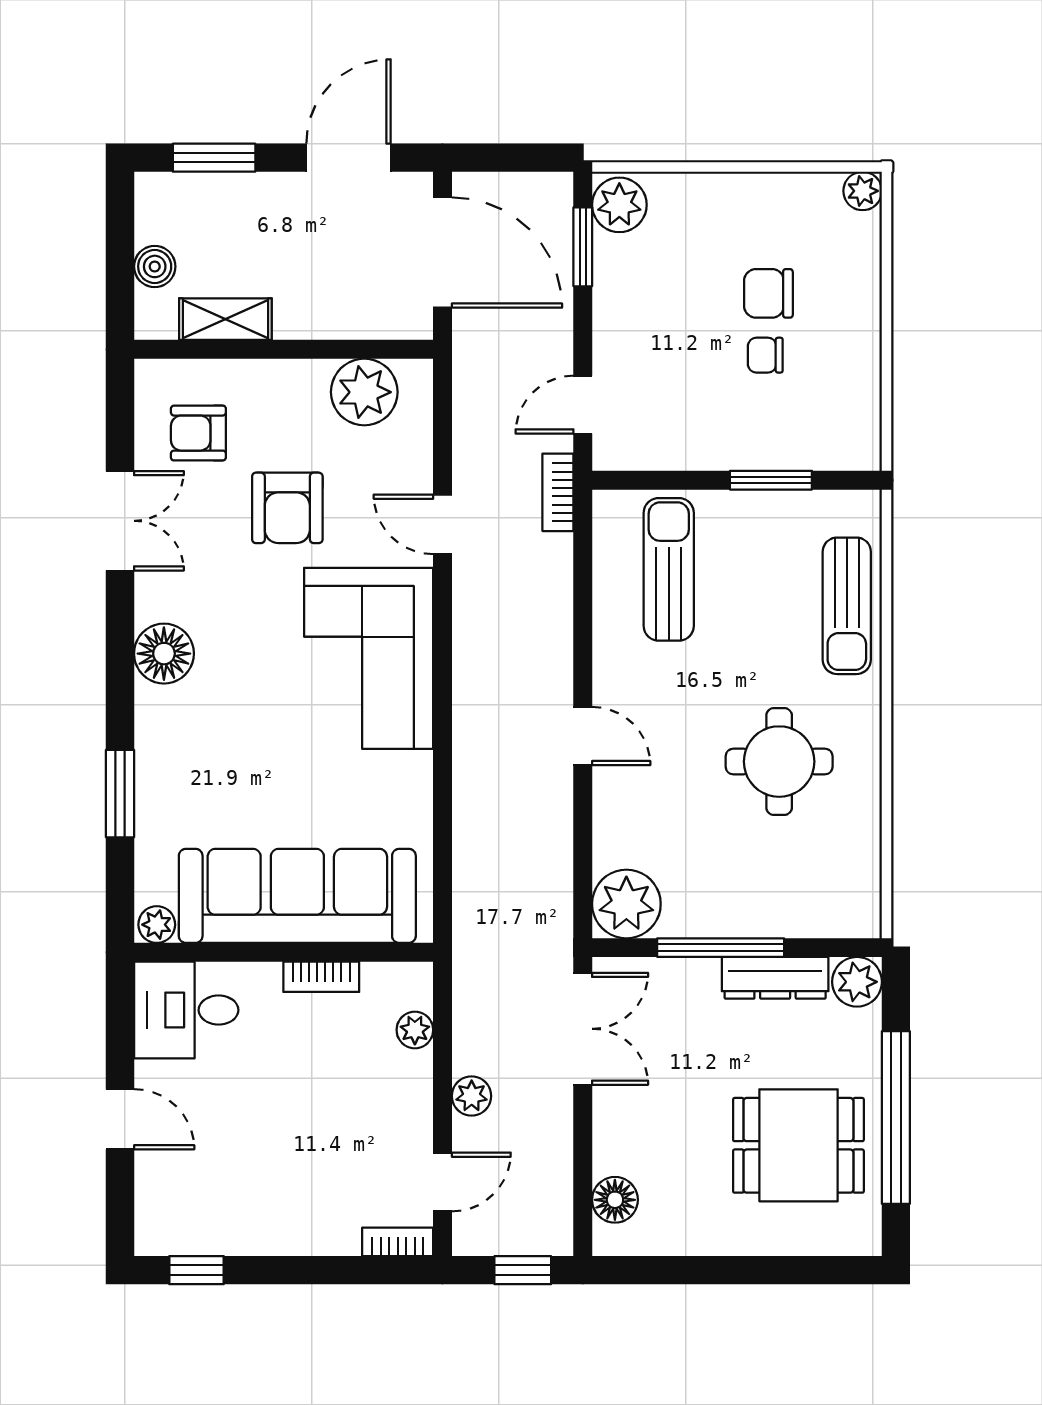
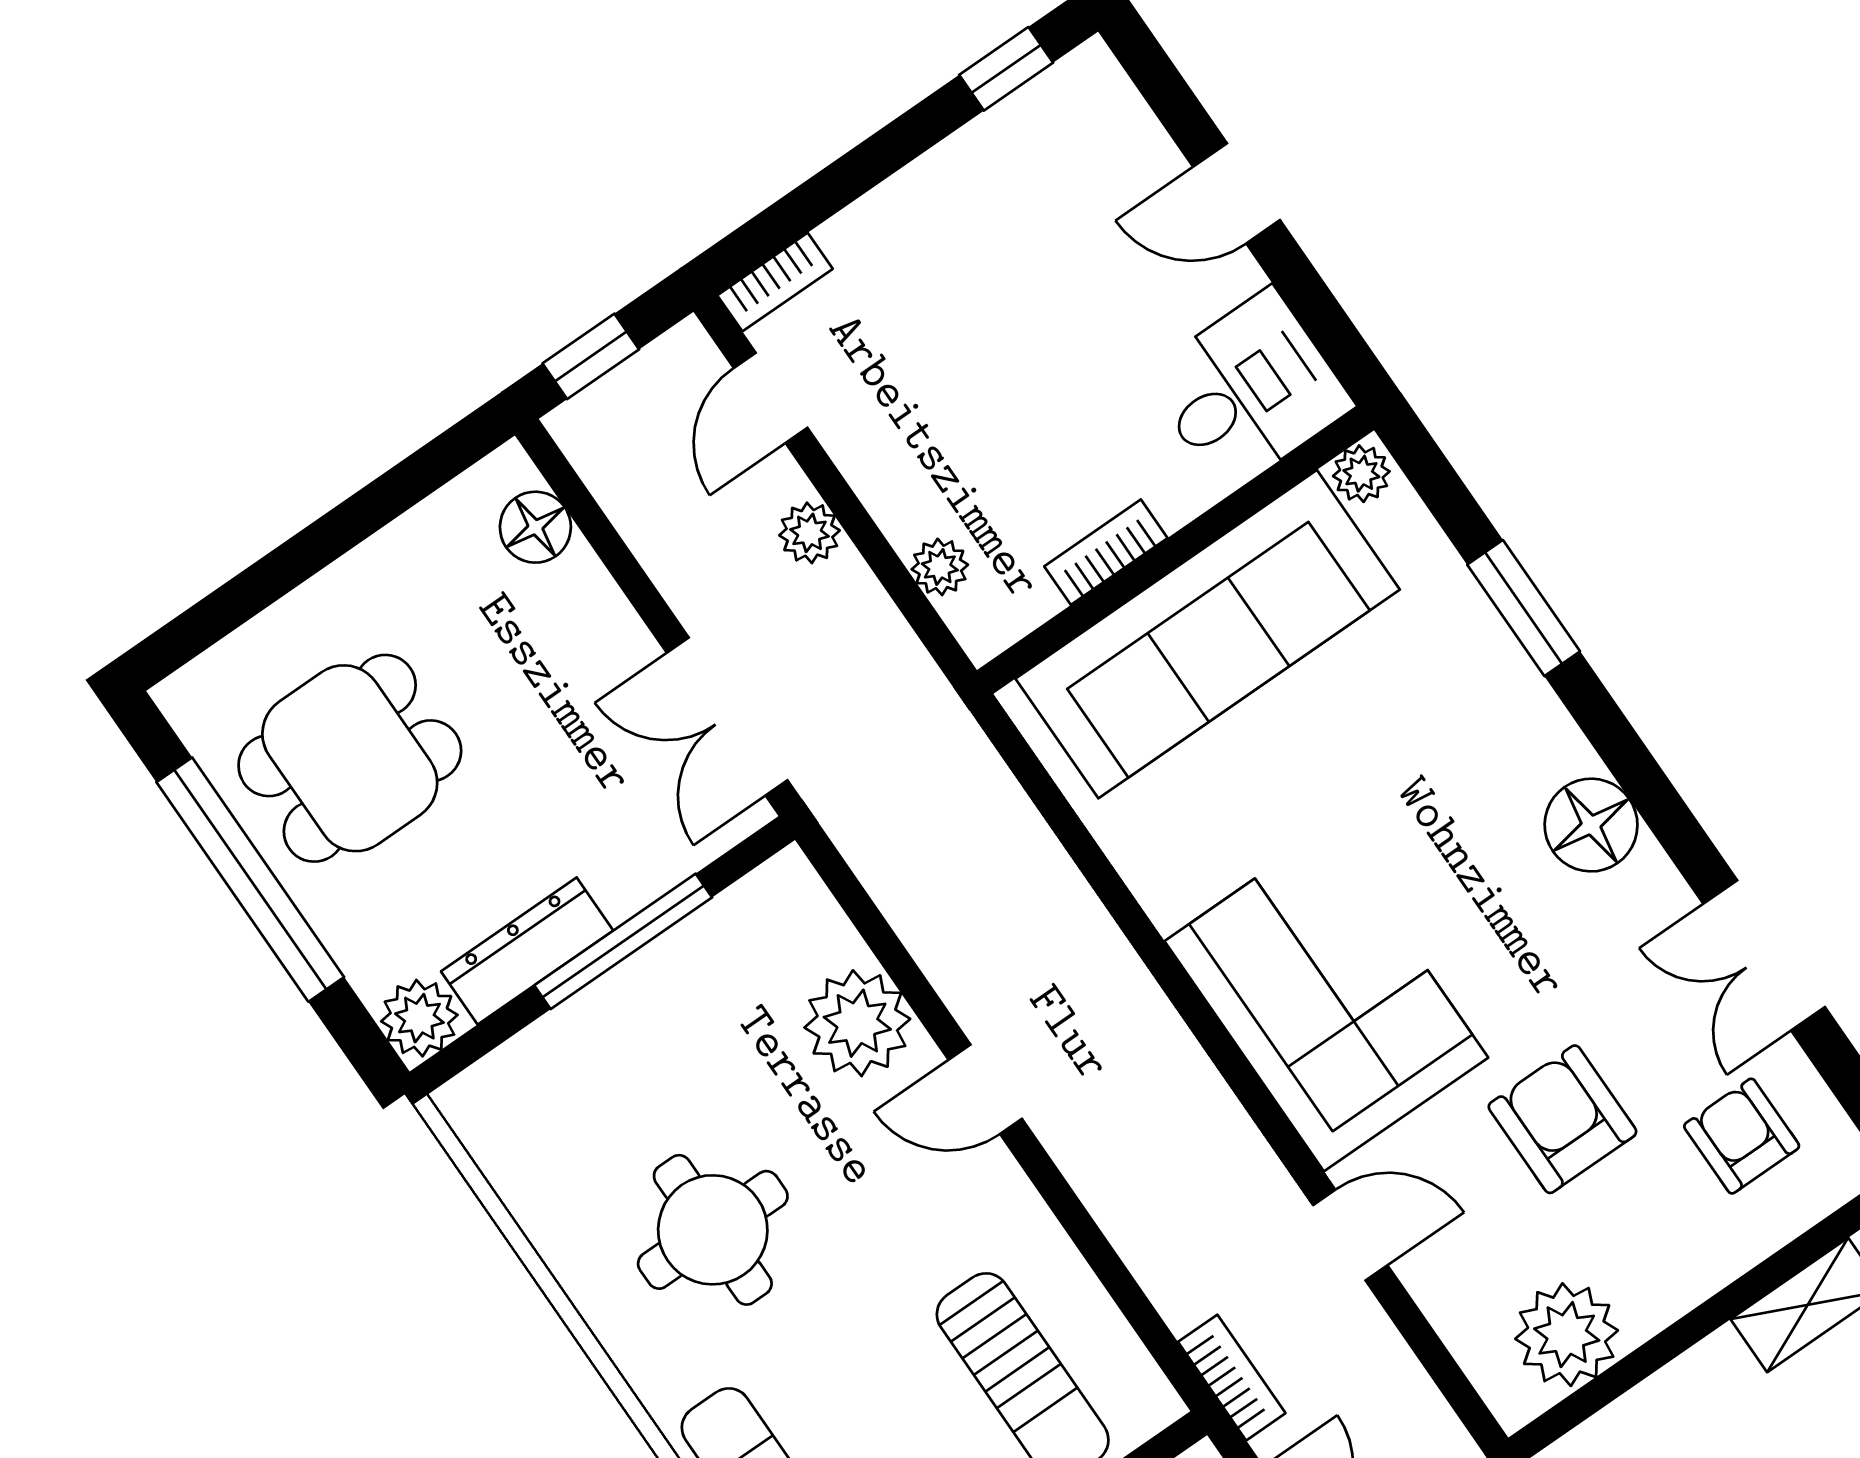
armchair: (198, 433) -> (1742, 1136), turned -90
plant: (626, 904) -> (857, 1023), moved

